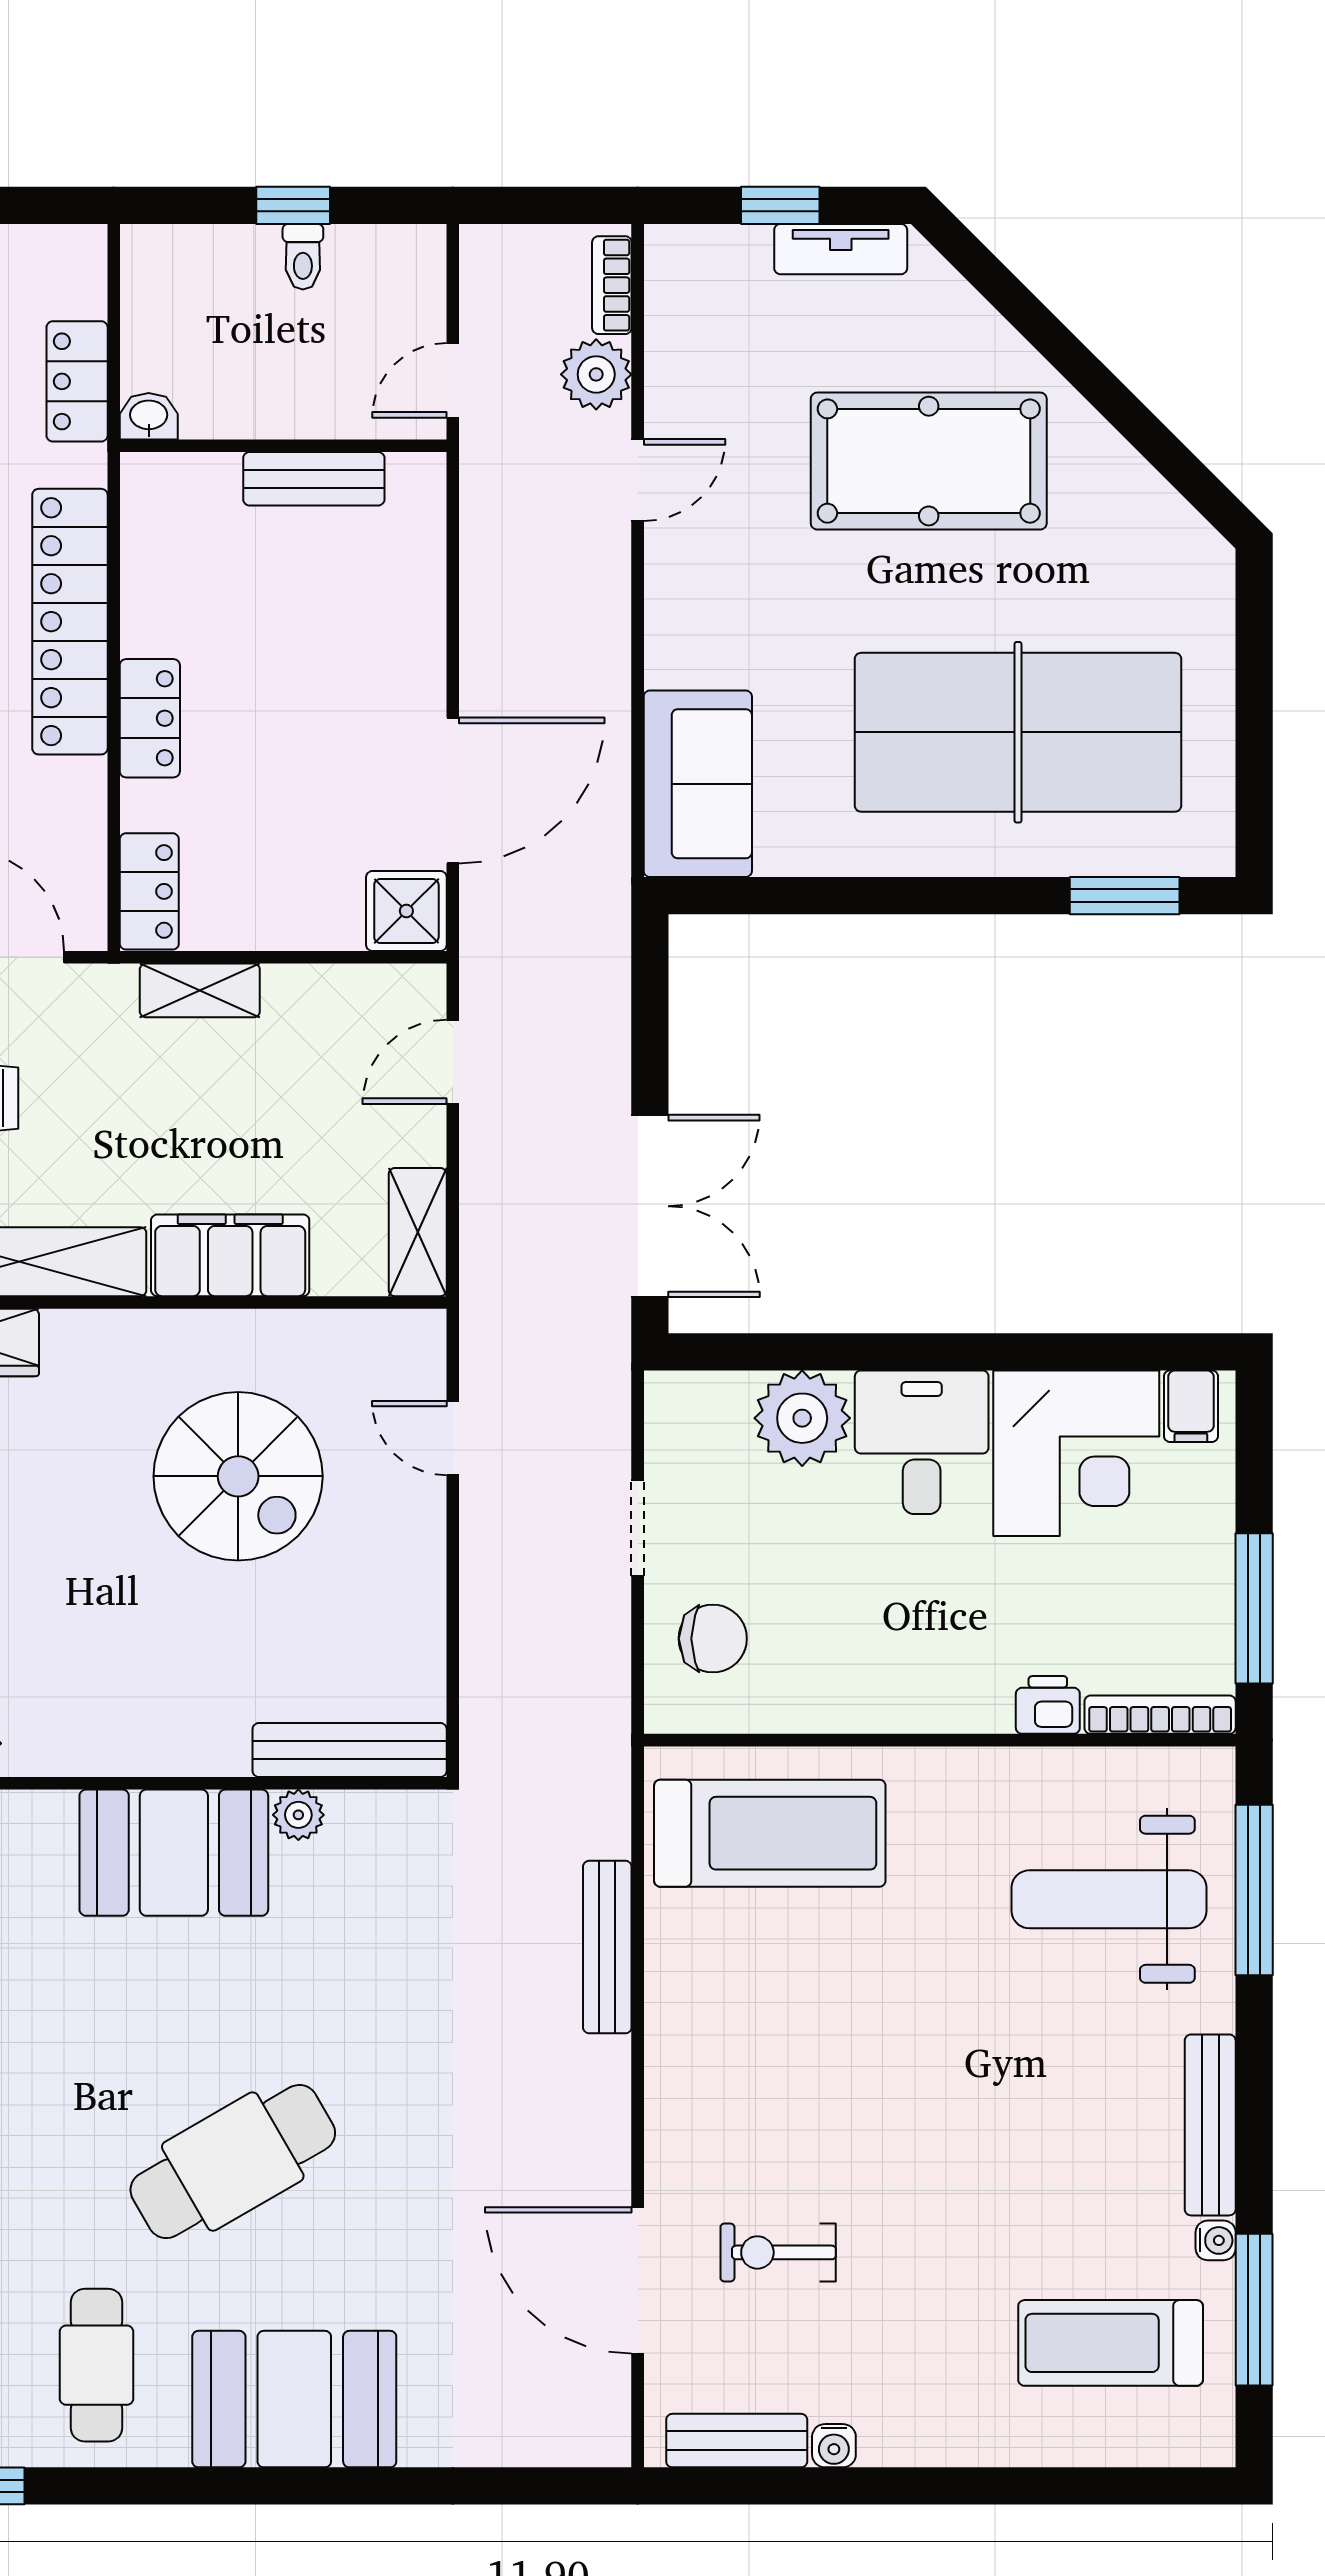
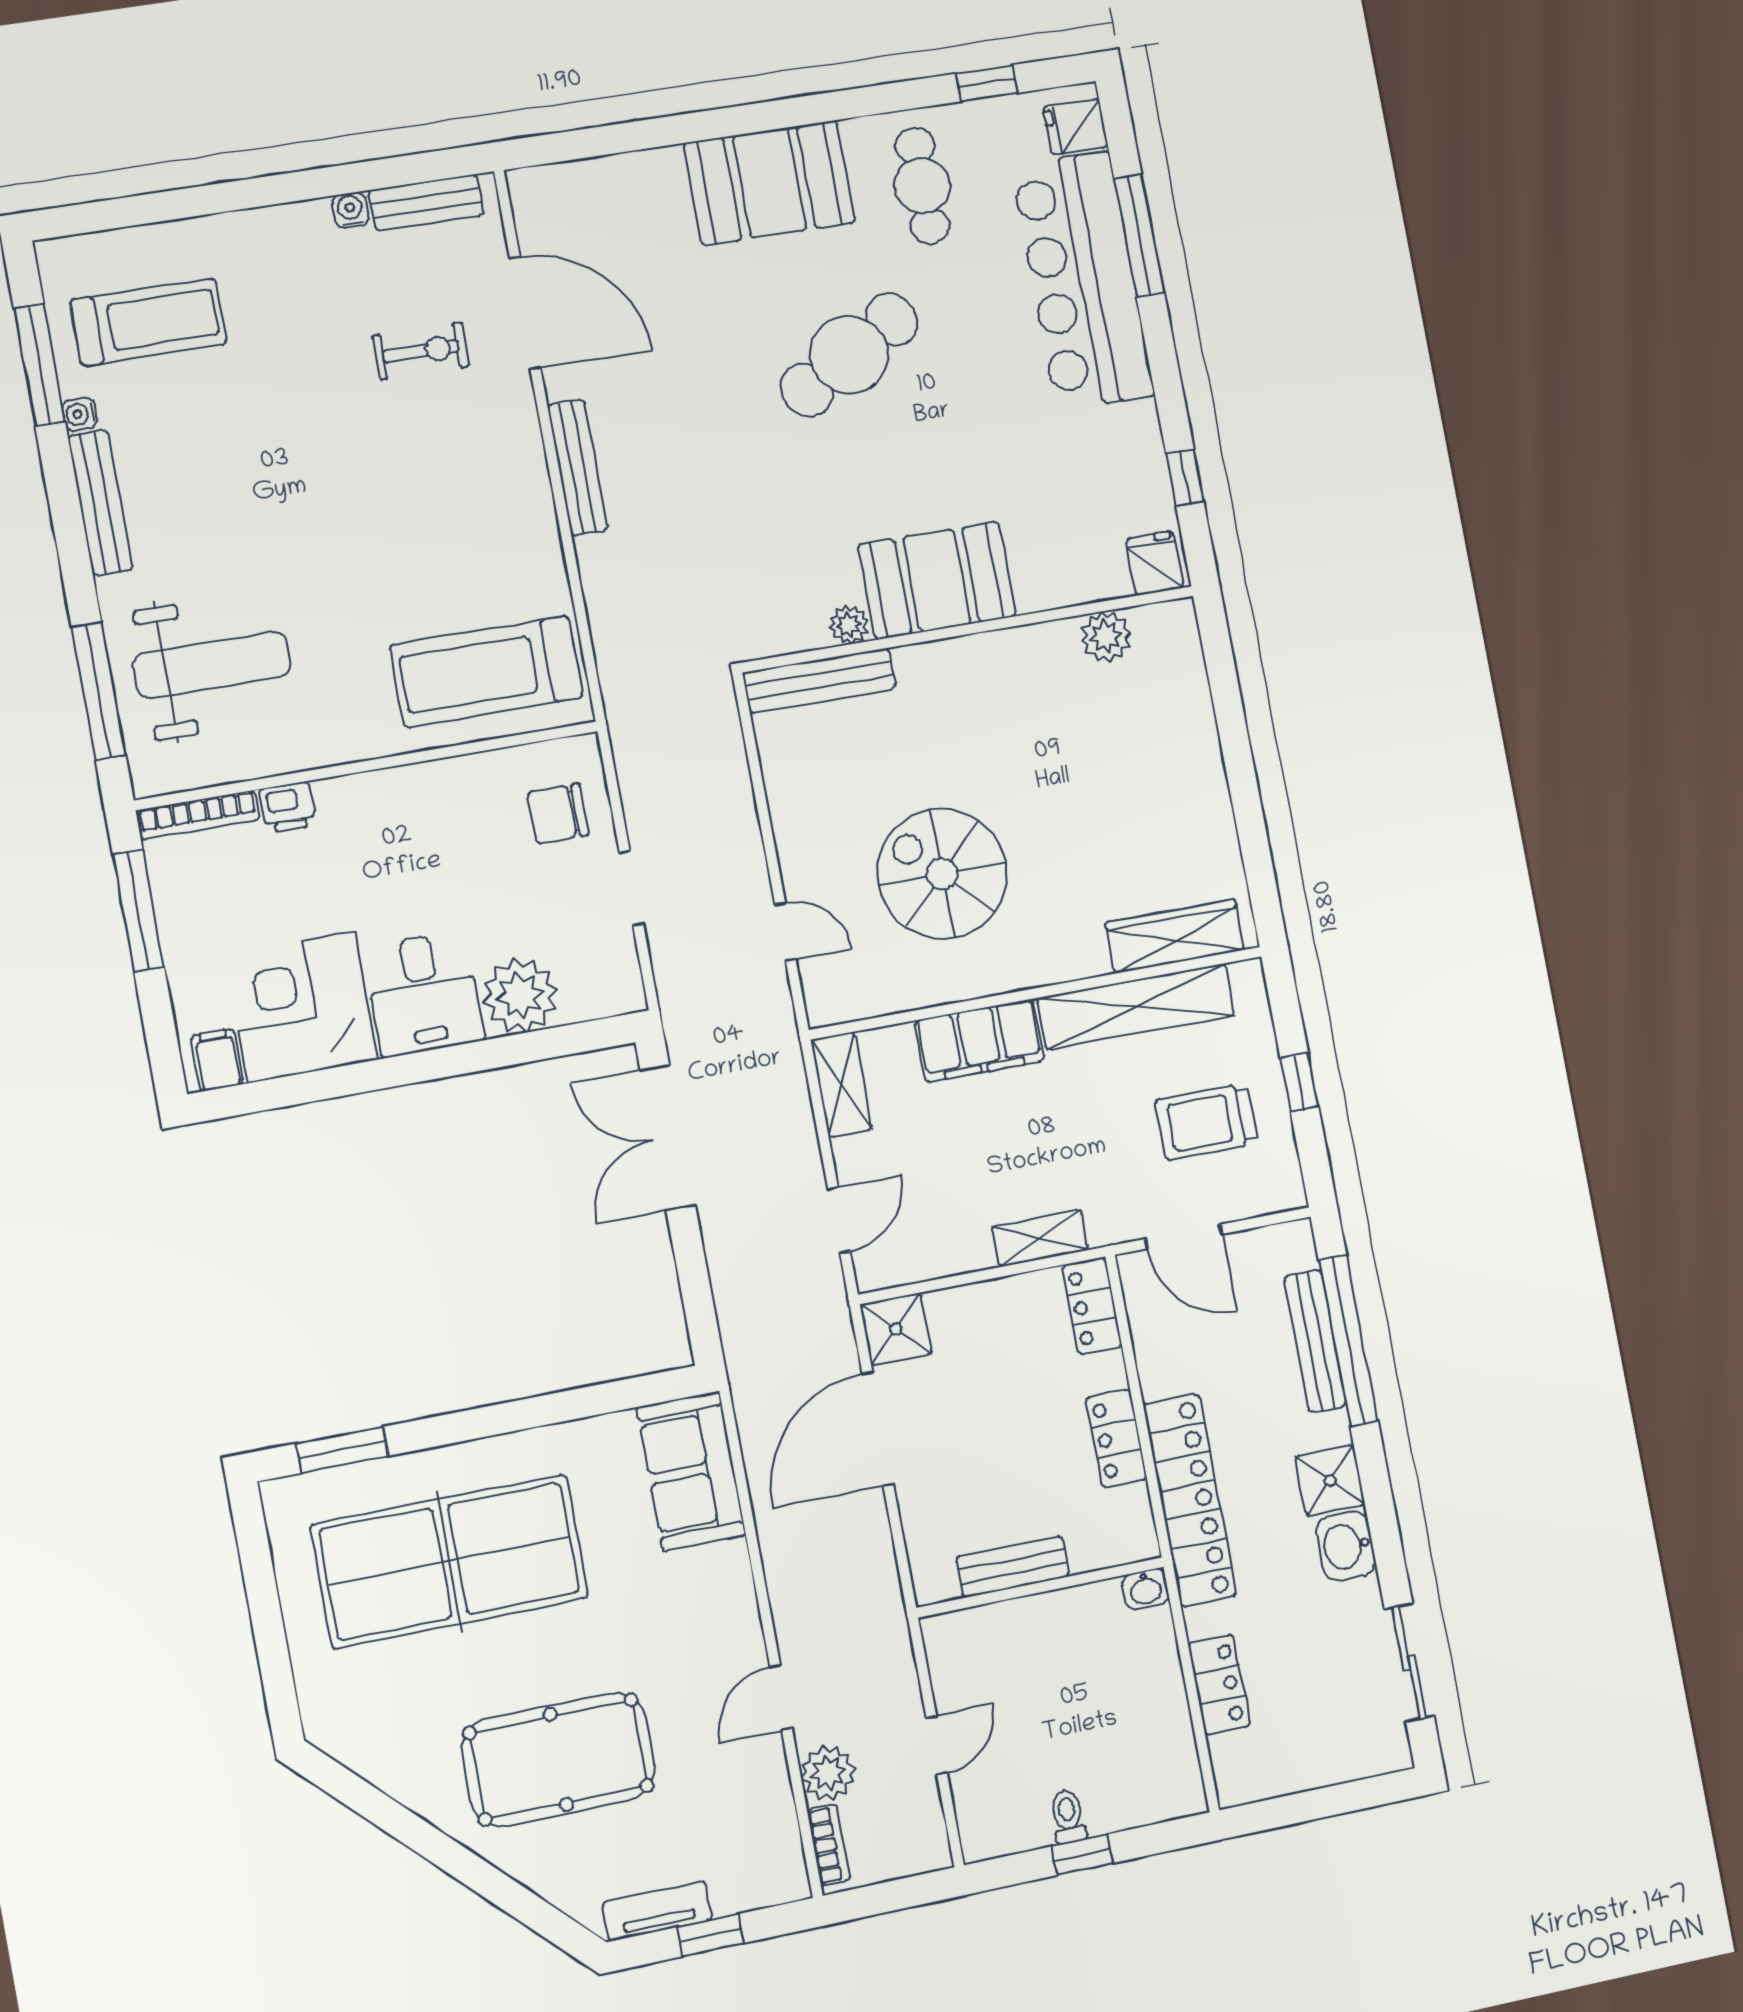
washbasin: (149, 416) -> (1146, 1589), moved
wall: (283, 446) -> (1040, 1587), moved
bench: (314, 479) -> (1013, 1567), moved
bench: (607, 1947) -> (578, 468), moved

